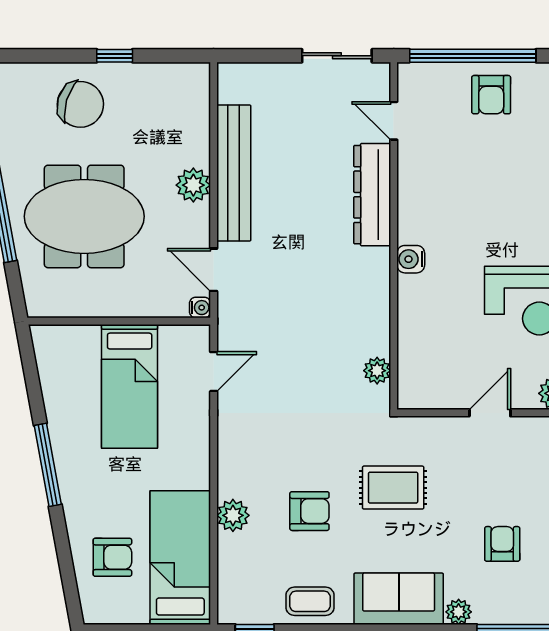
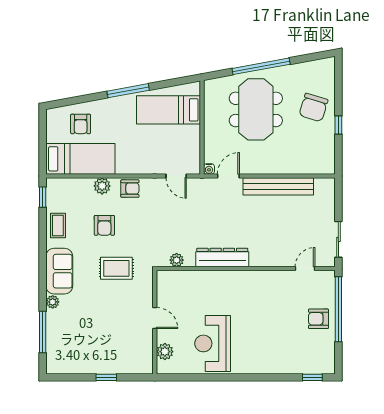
plant: (193, 185) -> (272, 166), removed
dresser: (372, 195) -> (222, 258), moved
water cooler: (411, 259) -> (234, 277), removed
bed: (130, 386) -> (168, 110), moved
rug: (393, 488) -> (116, 268), turned 90
armchair: (502, 544) -> (130, 189), moved

